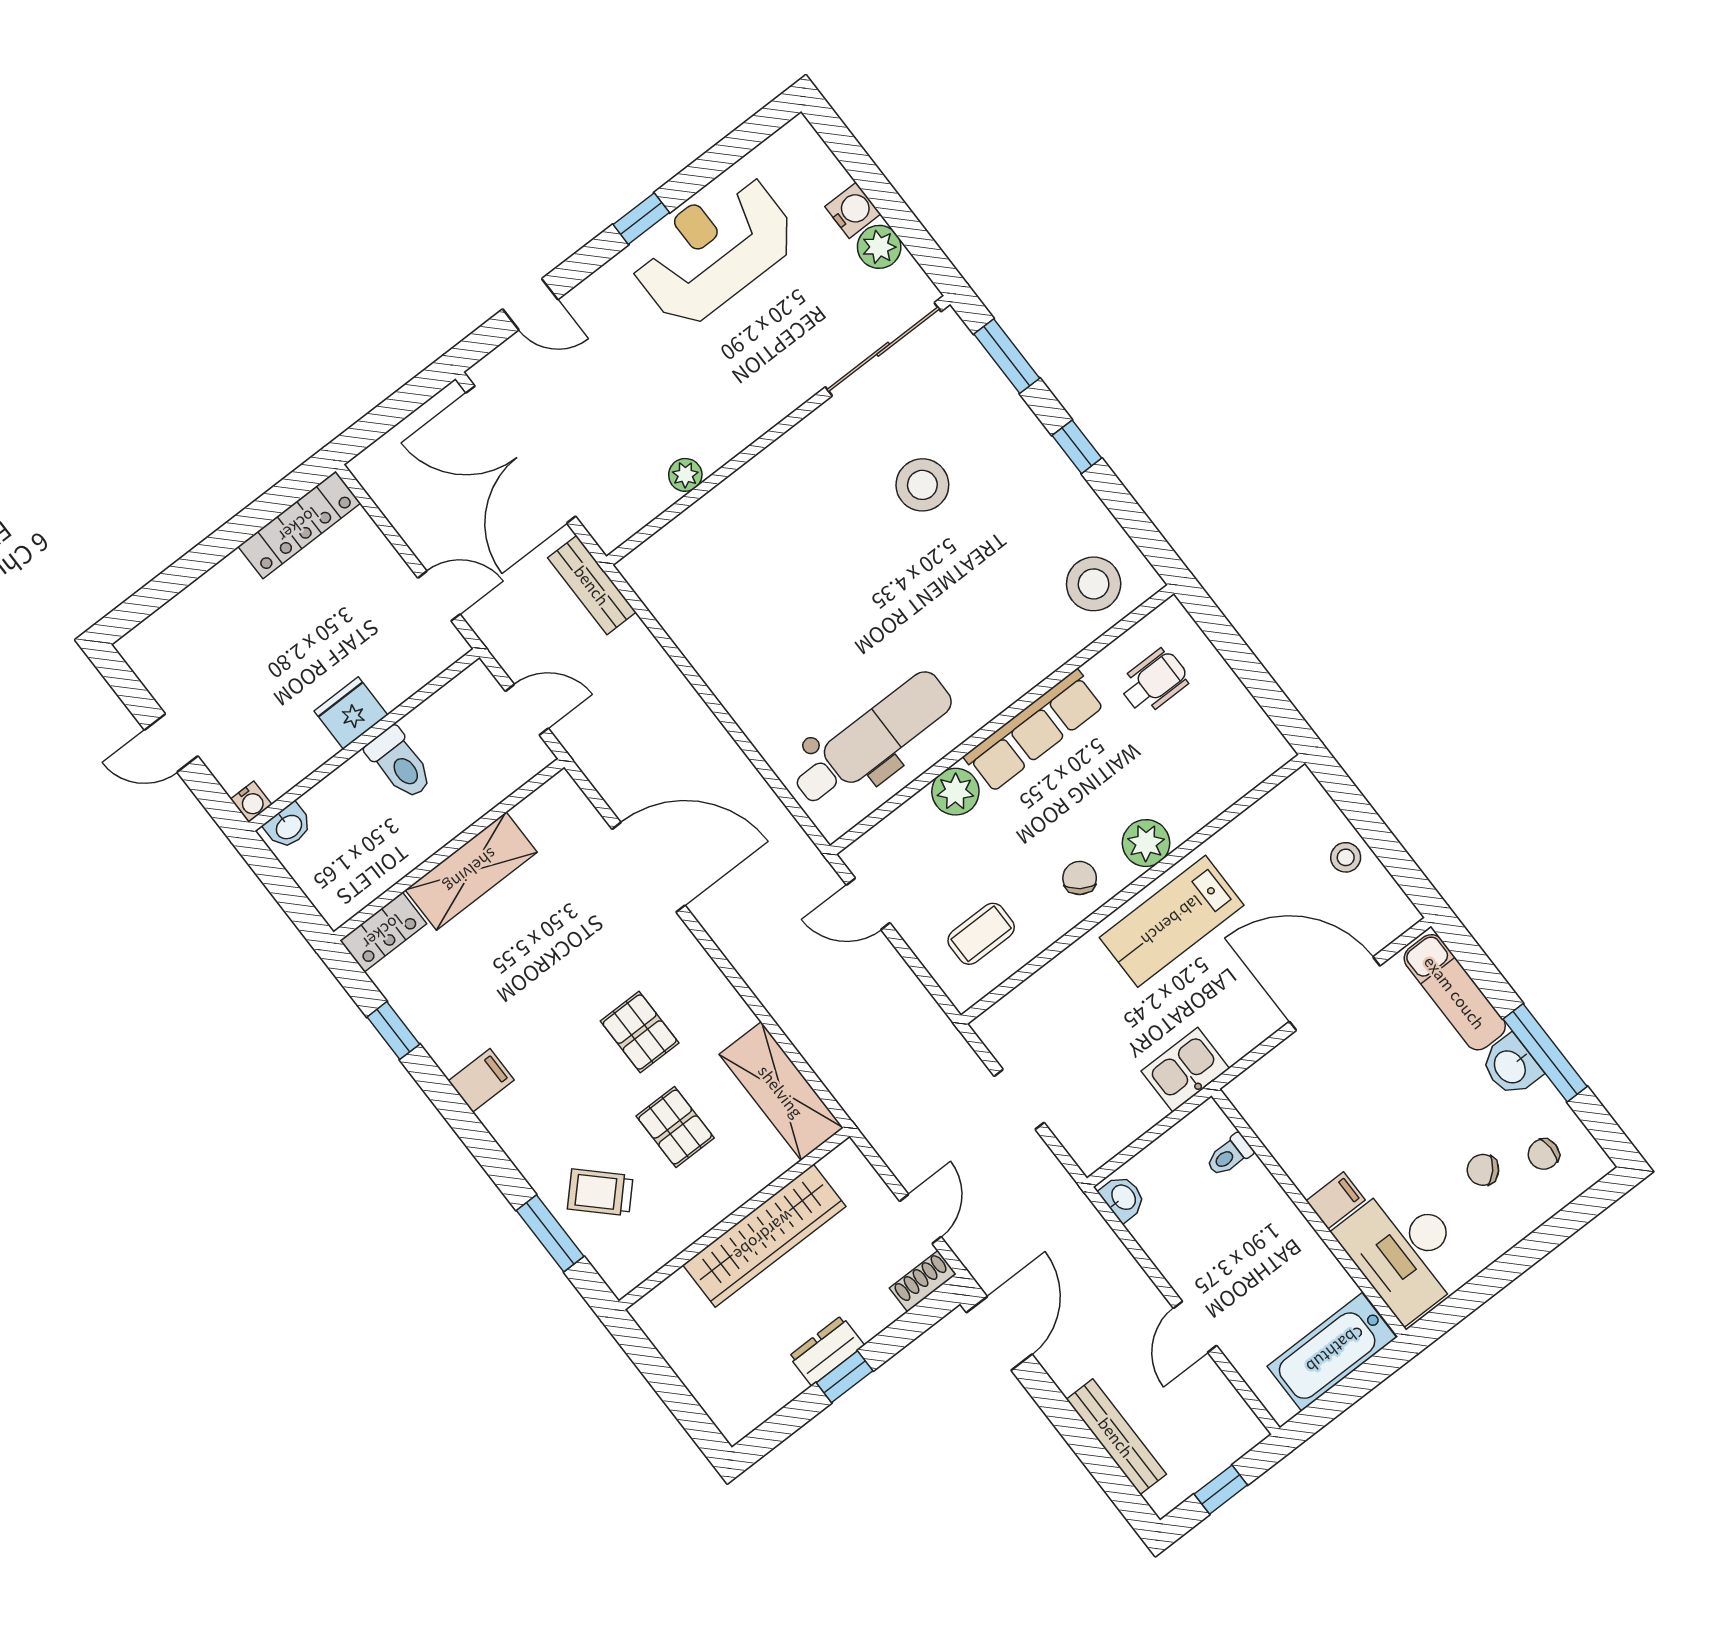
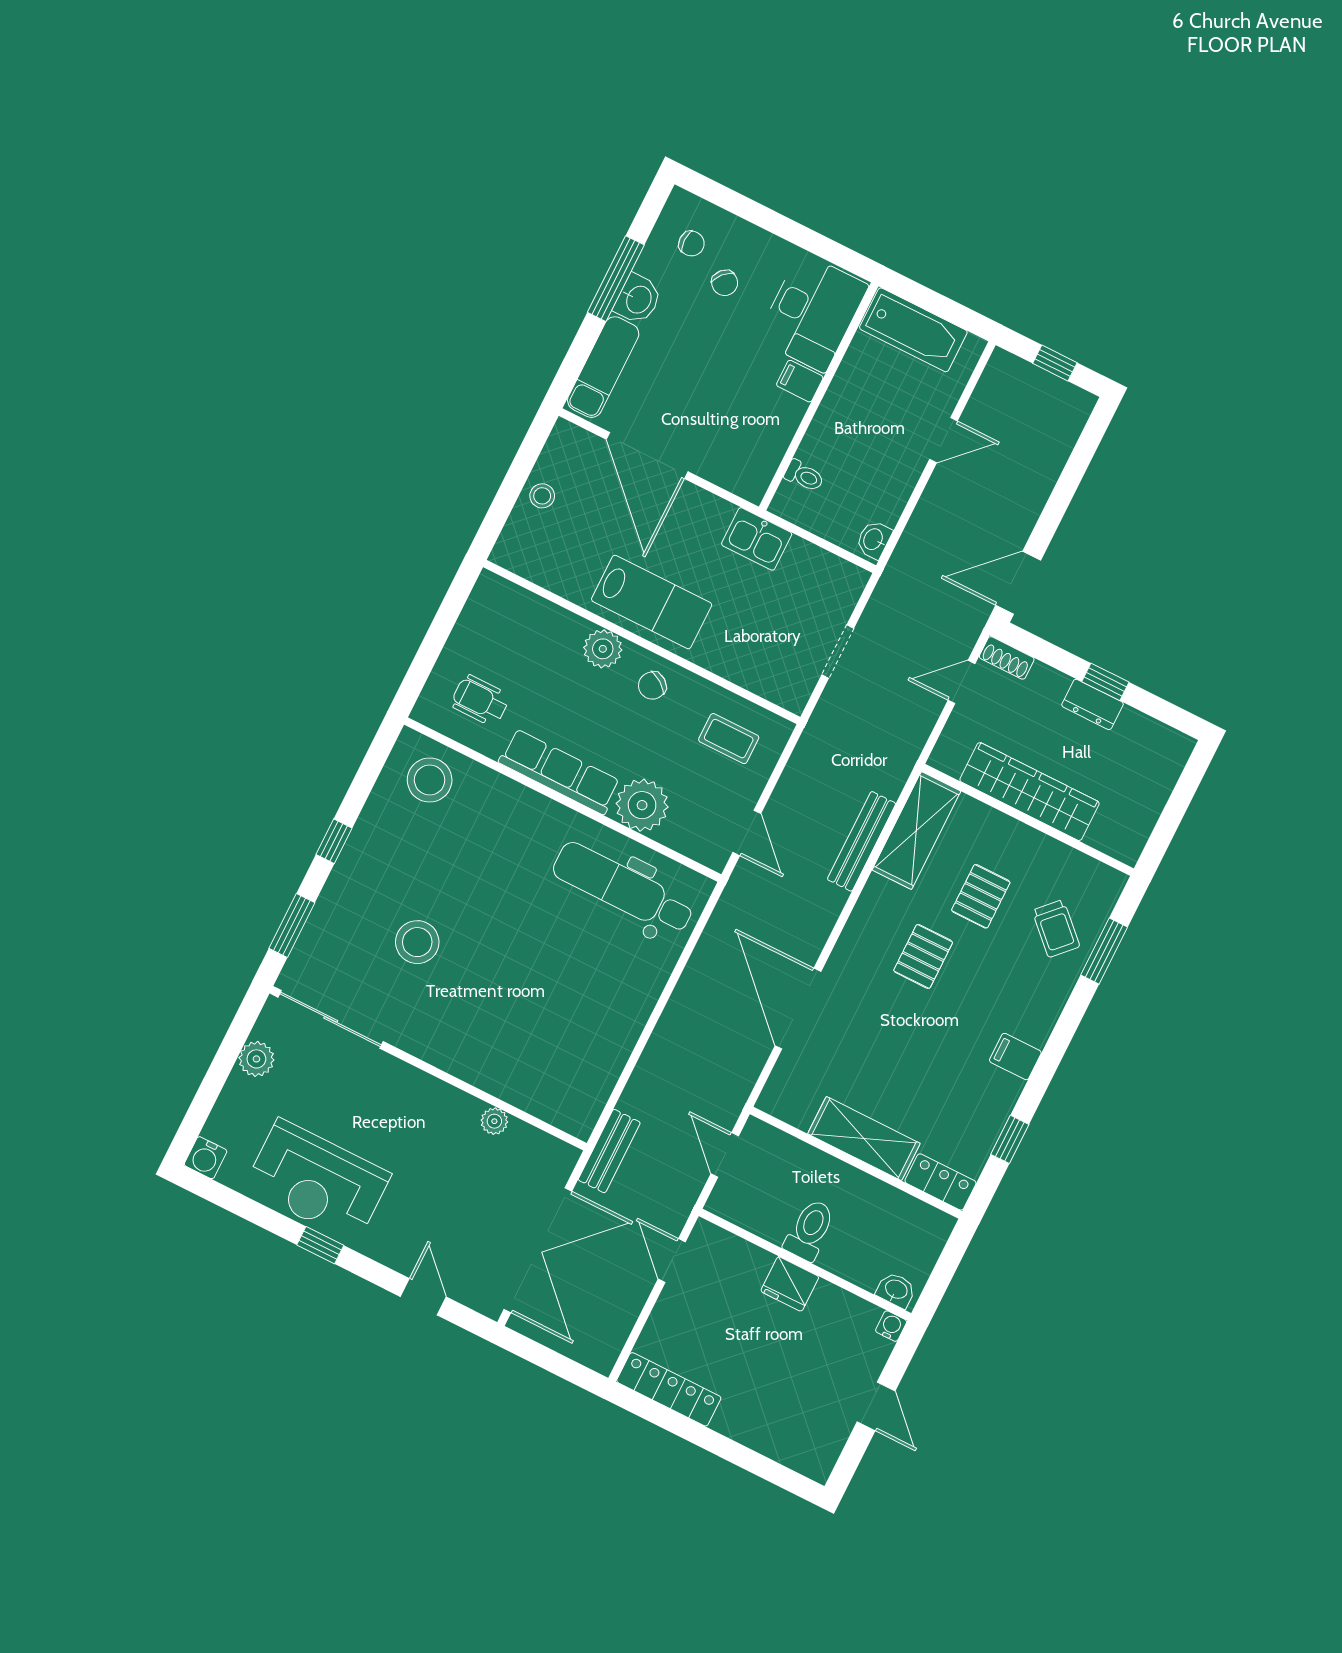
water cooler: (853, 210) -> (206, 1158), moved, turned -90
plant: (955, 792) -> (642, 805), width x1.36, depth x1.36
bench: (1116, 1437) -> (862, 841), moved

